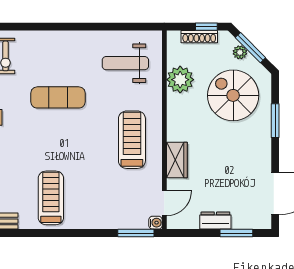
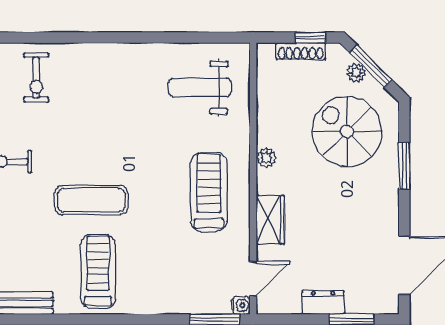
plant: (180, 80) -> (266, 158), moved, width x0.53, depth x0.53
exercise mat: (58, 97) -> (91, 200), moved

